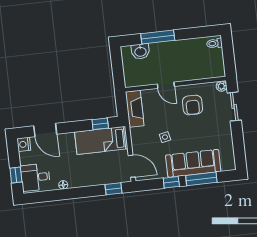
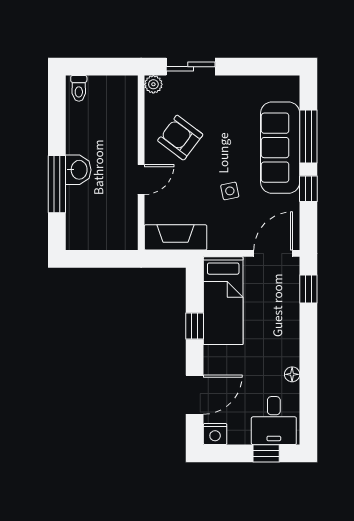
washbasin: (140, 51) -> (78, 170), moved
armchair: (193, 105) -> (180, 138), turned -143
window: (100, 124) -> (195, 326), moved

